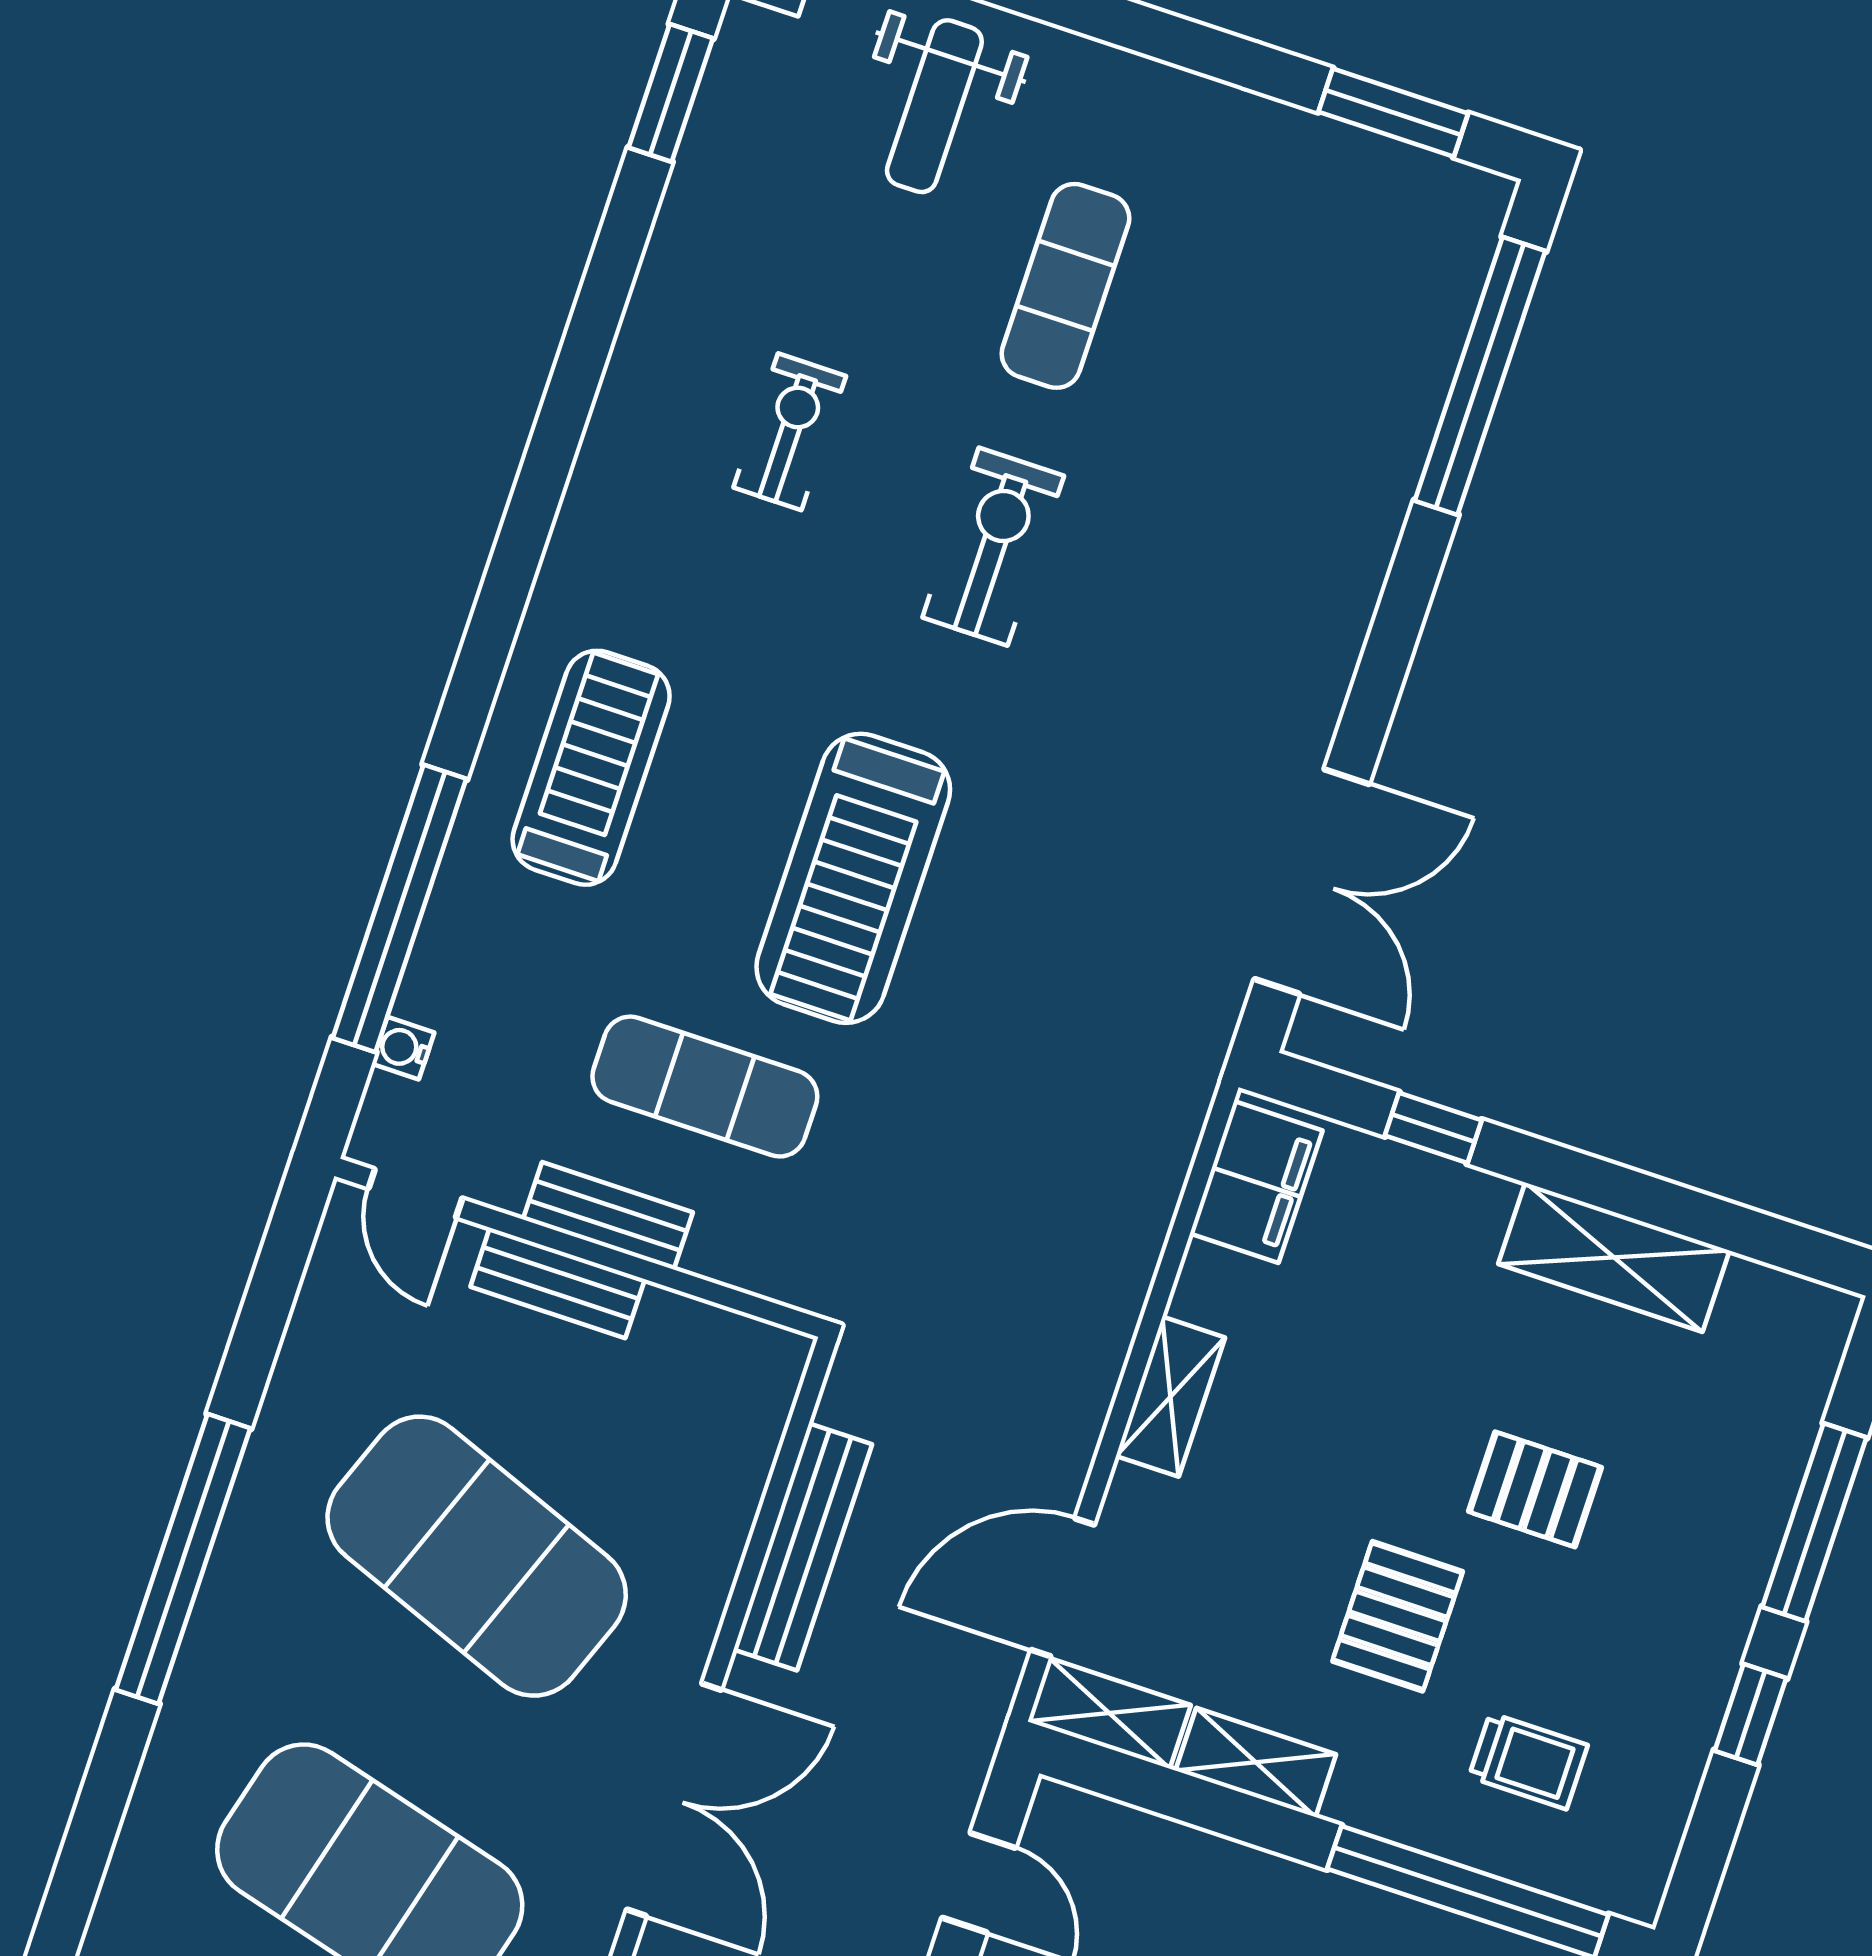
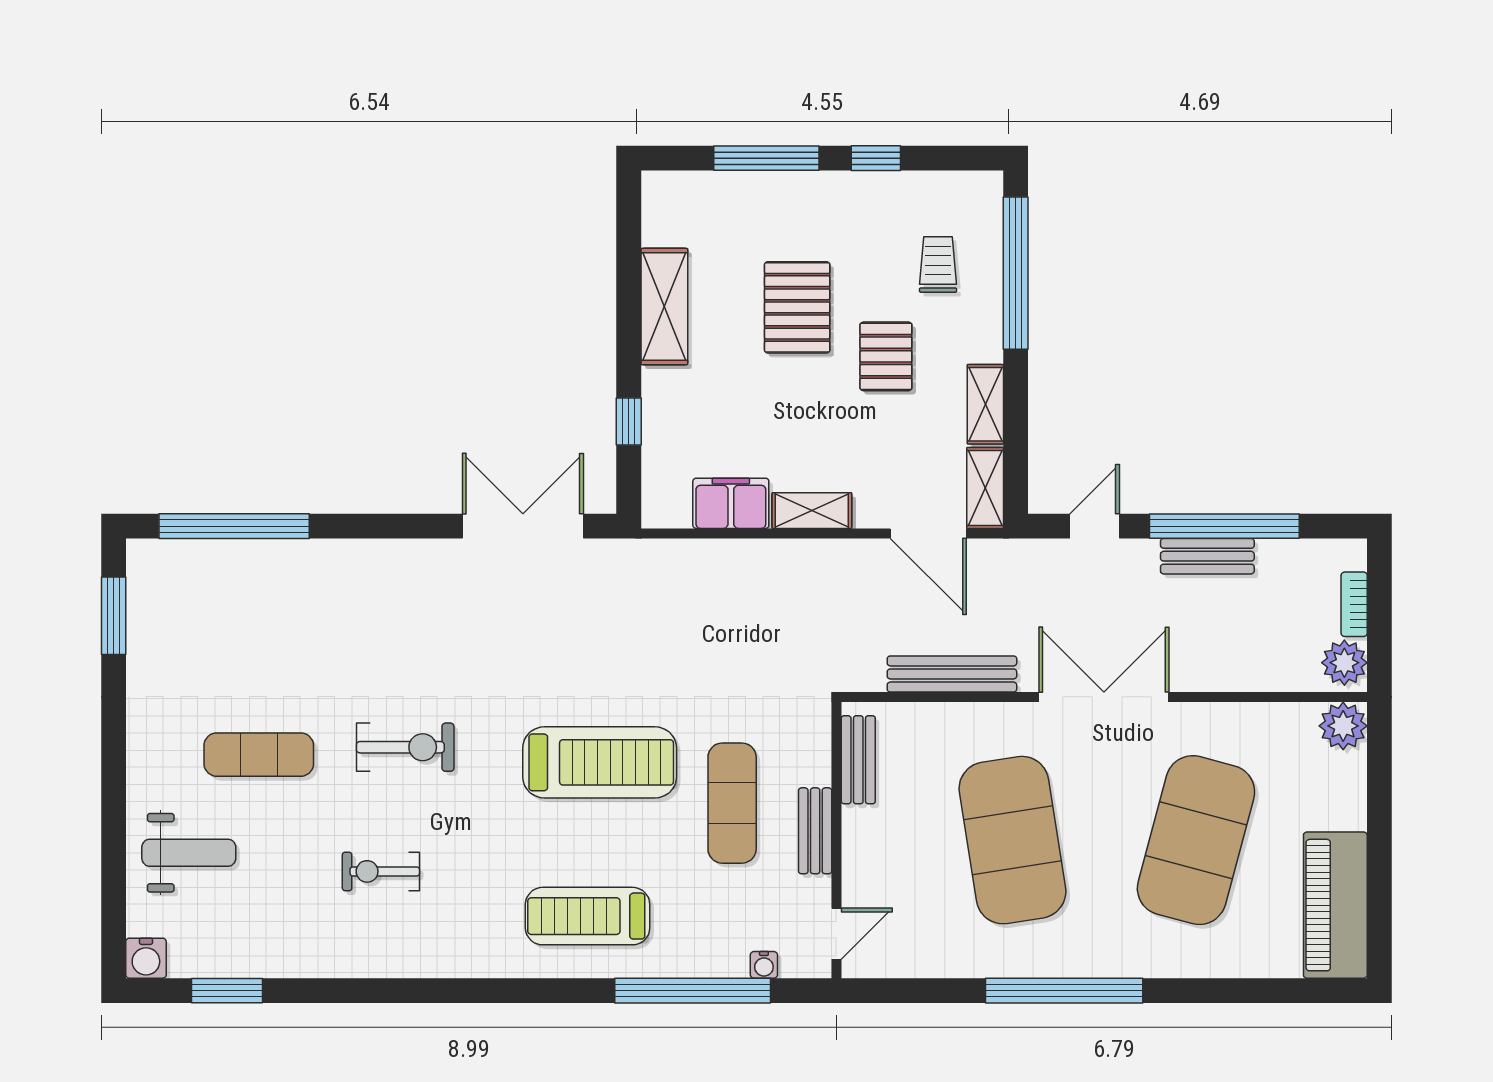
exercise bike: (993, 547) -> (405, 747), turned 180
filing cabinet: (1256, 1182) -> (731, 503), moved
bench: (558, 1283) -> (858, 760), moved
pallet: (1535, 1489) -> (797, 307), width x1.50, depth x1.42
exercise mat: (477, 1556) -> (1012, 840), turned -30
pallet: (1398, 1616) -> (886, 356), turned 90

